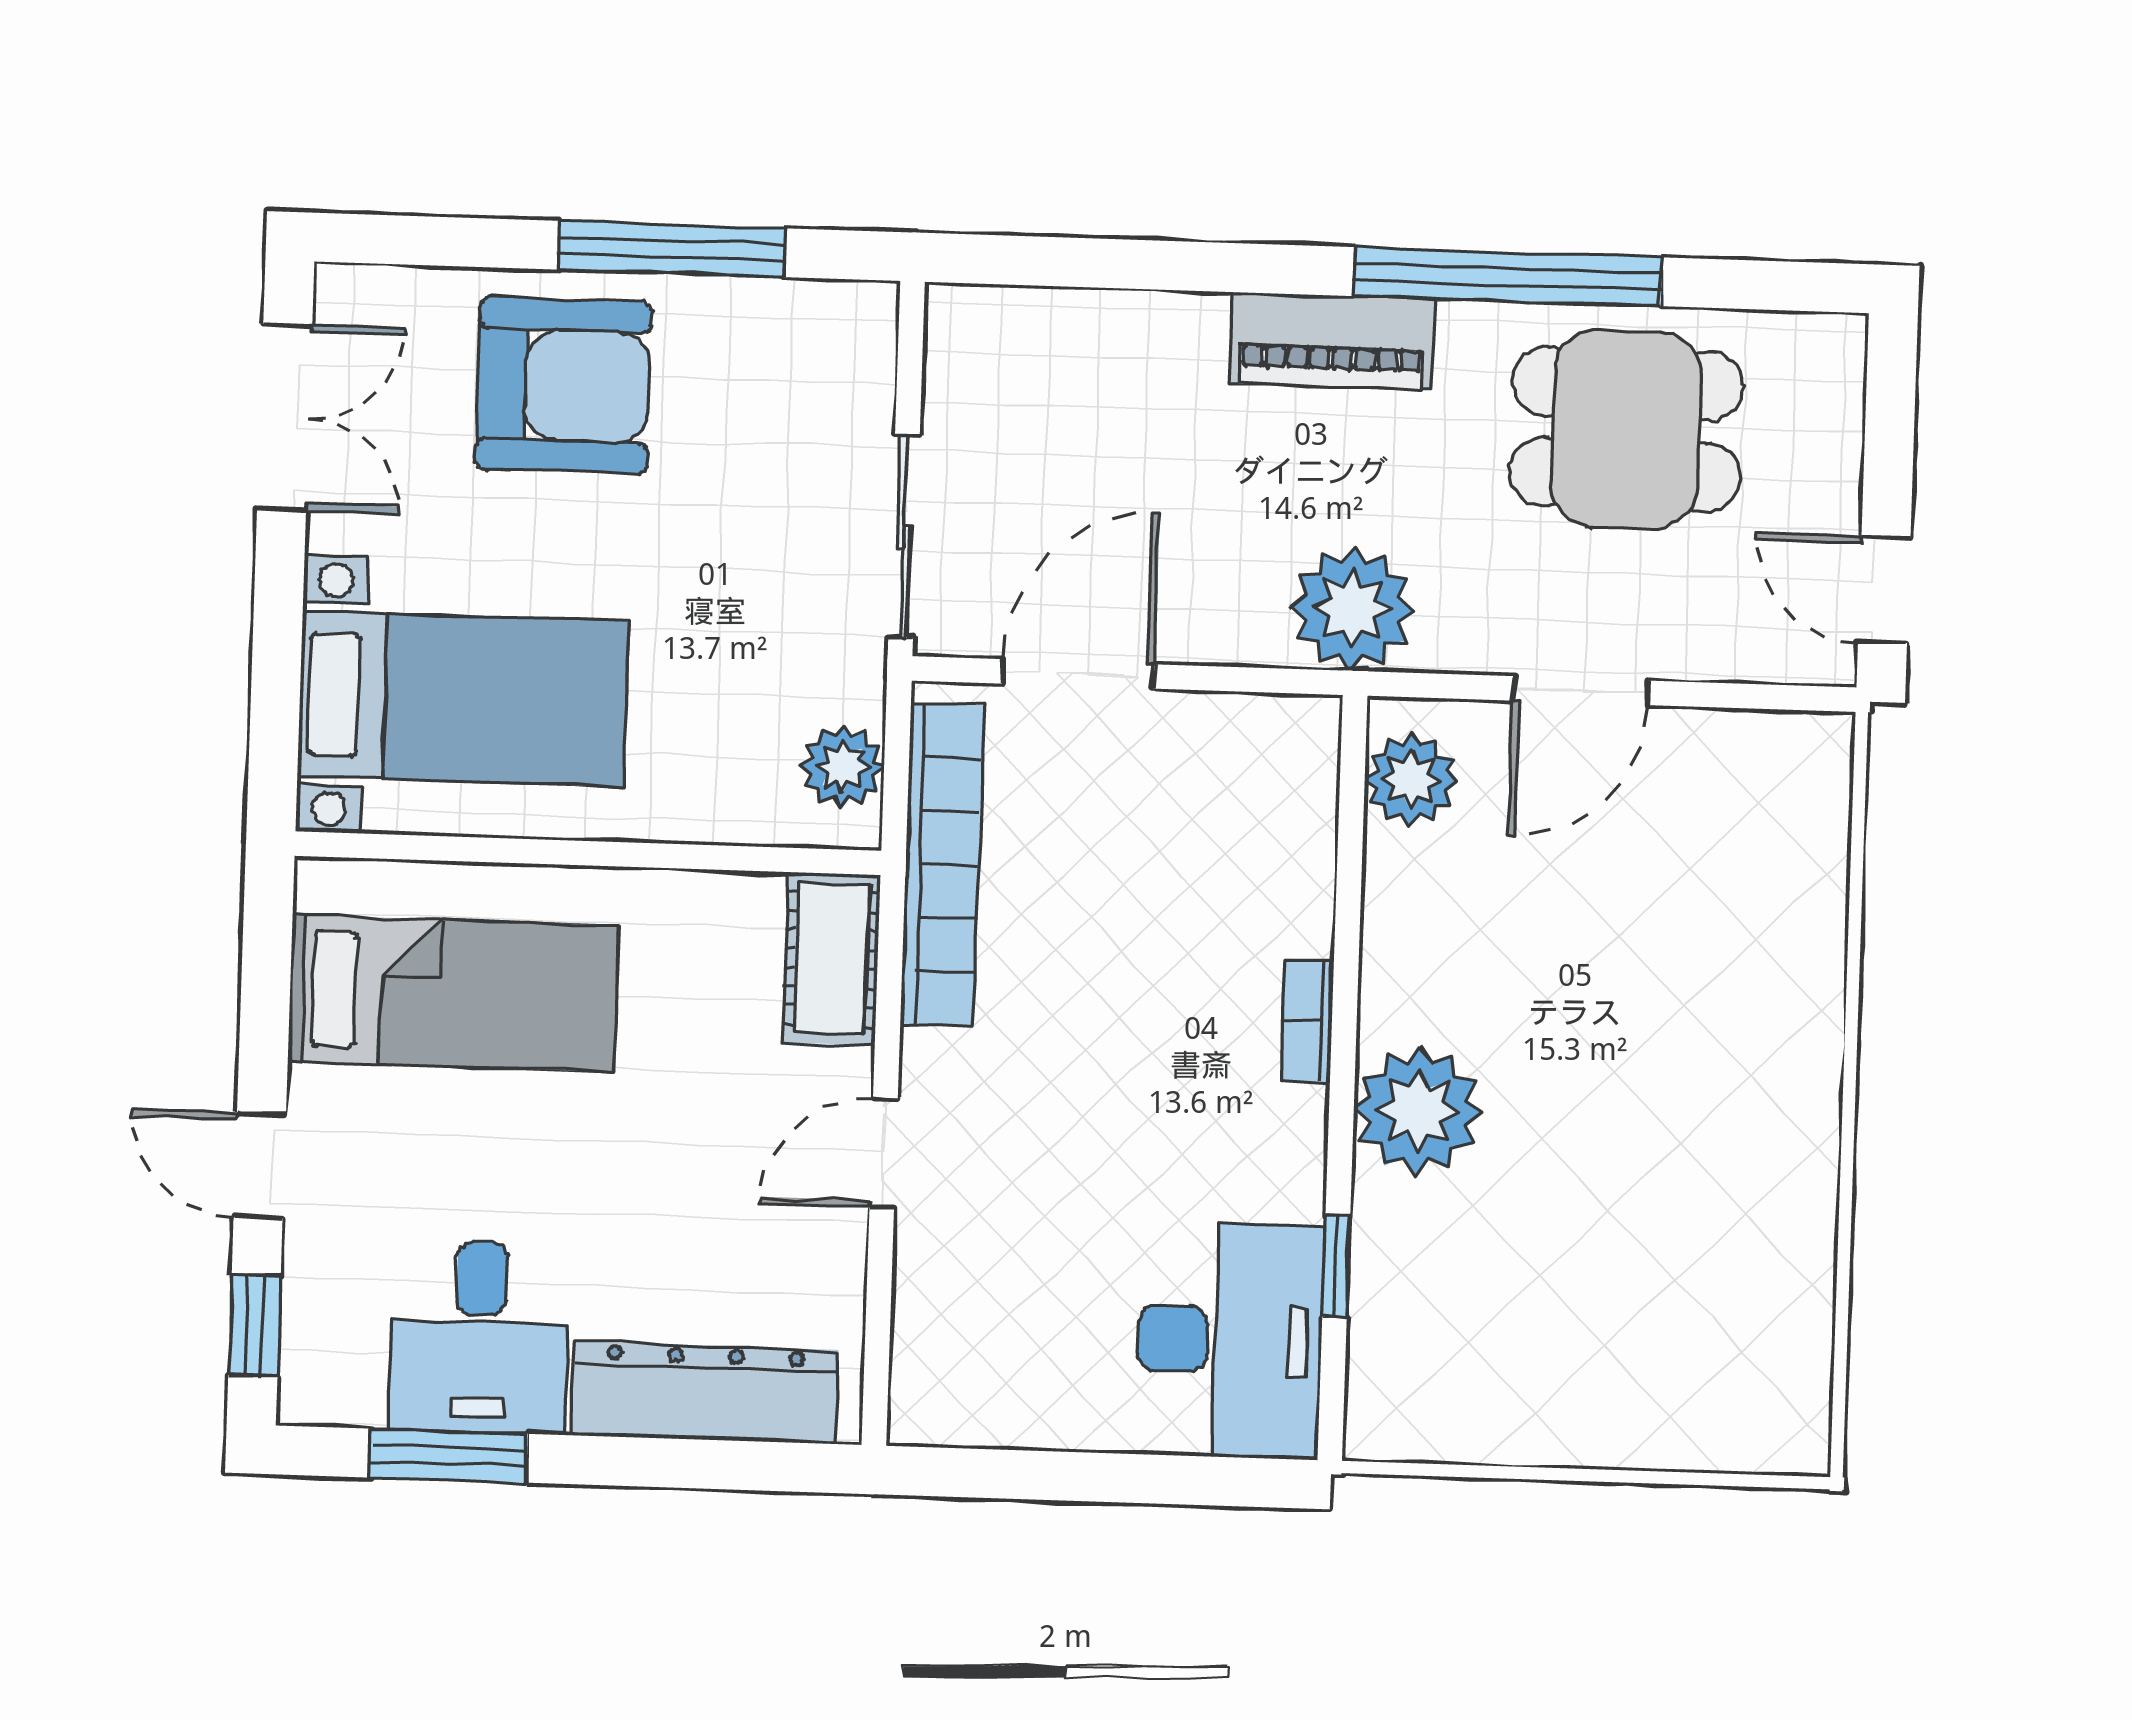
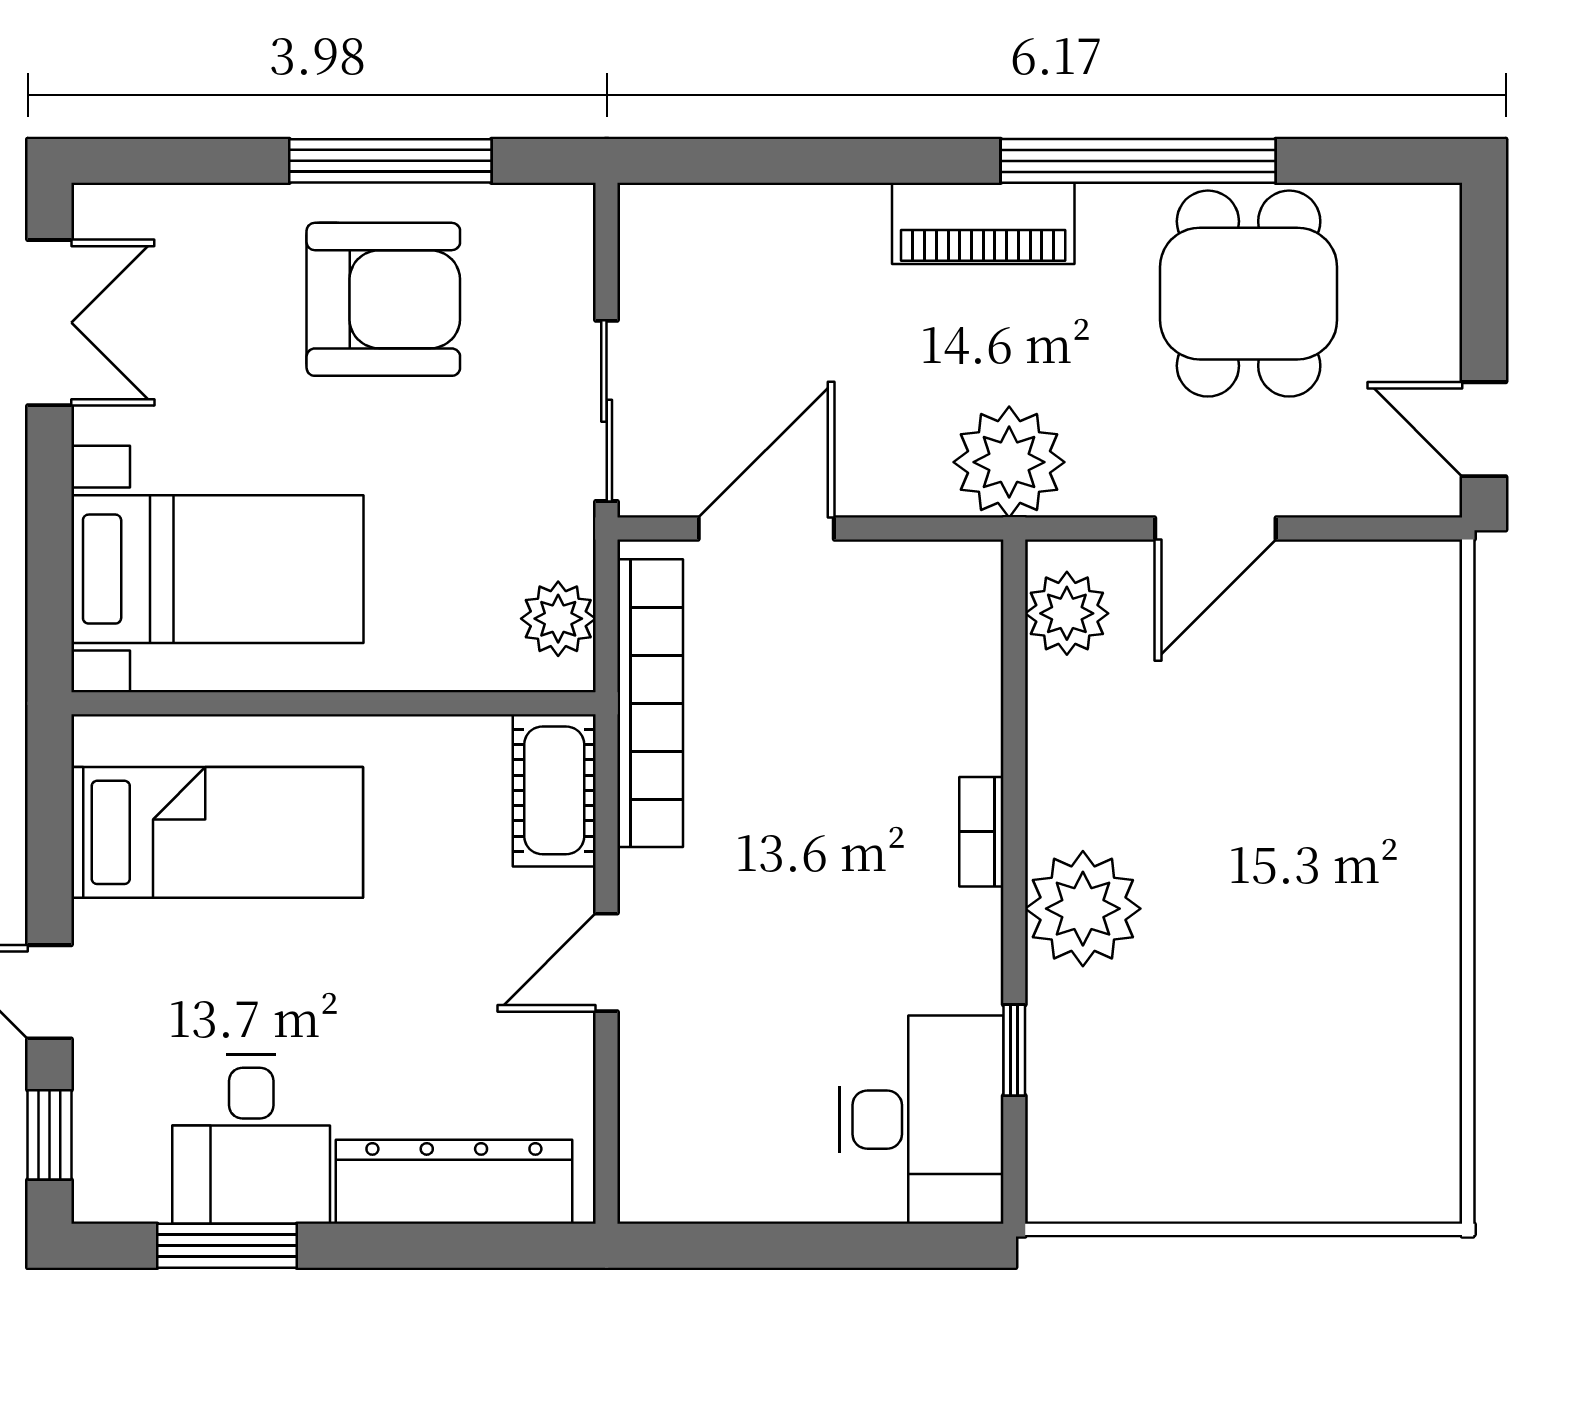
armchair: (564, 386) -> (383, 299), moved
dining table: (1626, 429) -> (1249, 294), turned 90

